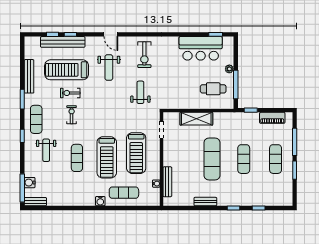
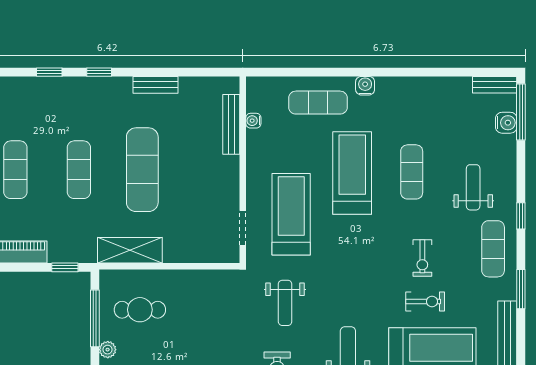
shelving: (196, 119) -> (130, 250), moved
treadmill: (136, 153) -> (291, 214), moved

